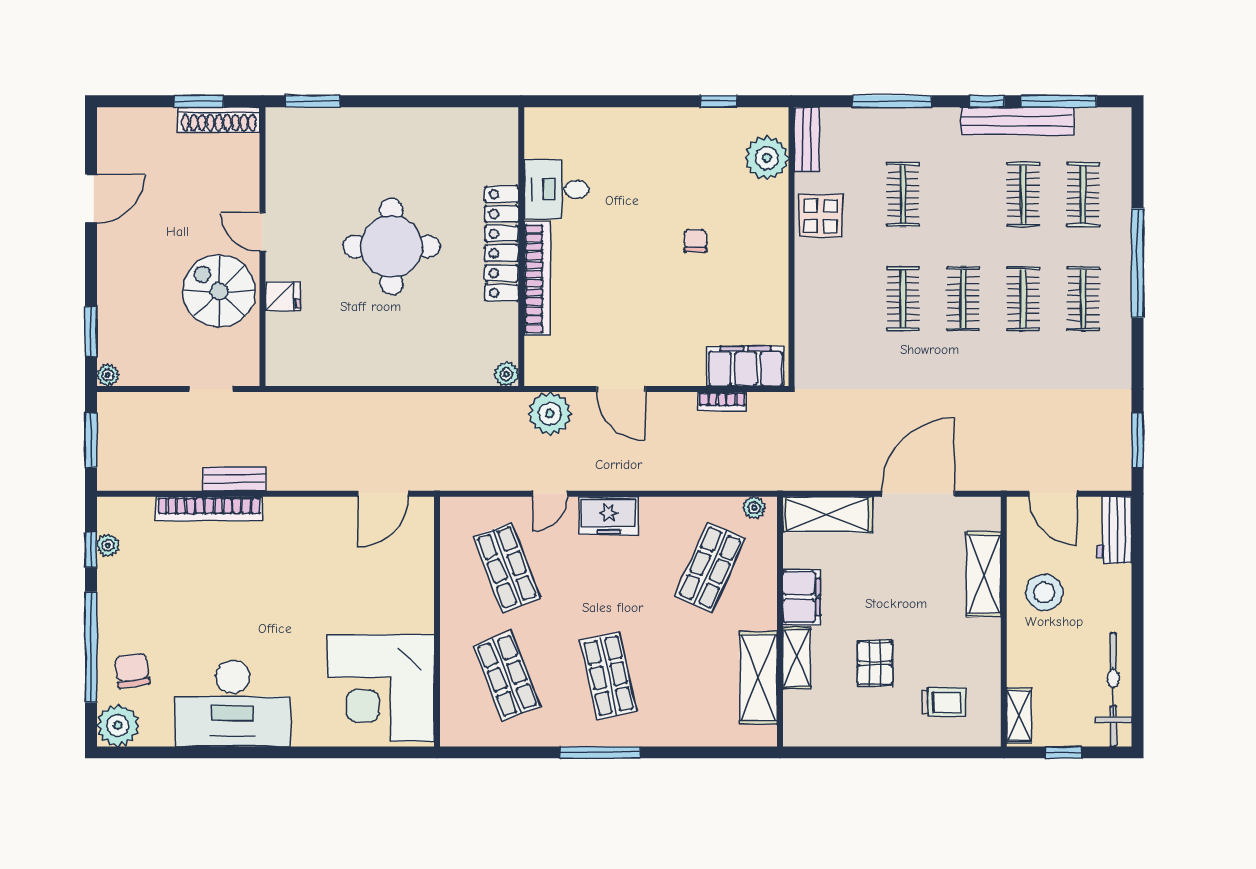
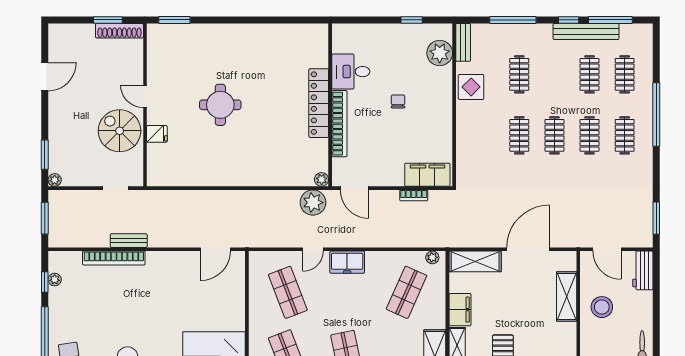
desk: (557, 190) -> (351, 72), moved
locker: (502, 243) -> (319, 103), moved
round table: (391, 247) -> (220, 105), width x0.73, depth x0.73
wall: (521, 247) -> (330, 105), moved
bookcase: (537, 279) -> (339, 124), moved
plant: (506, 374) -> (322, 179), moved

